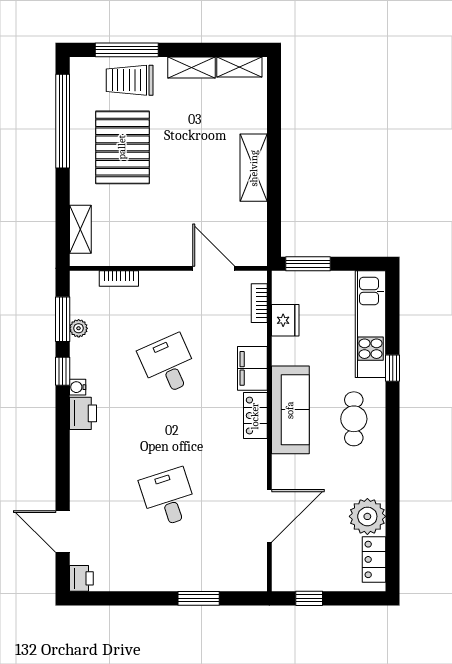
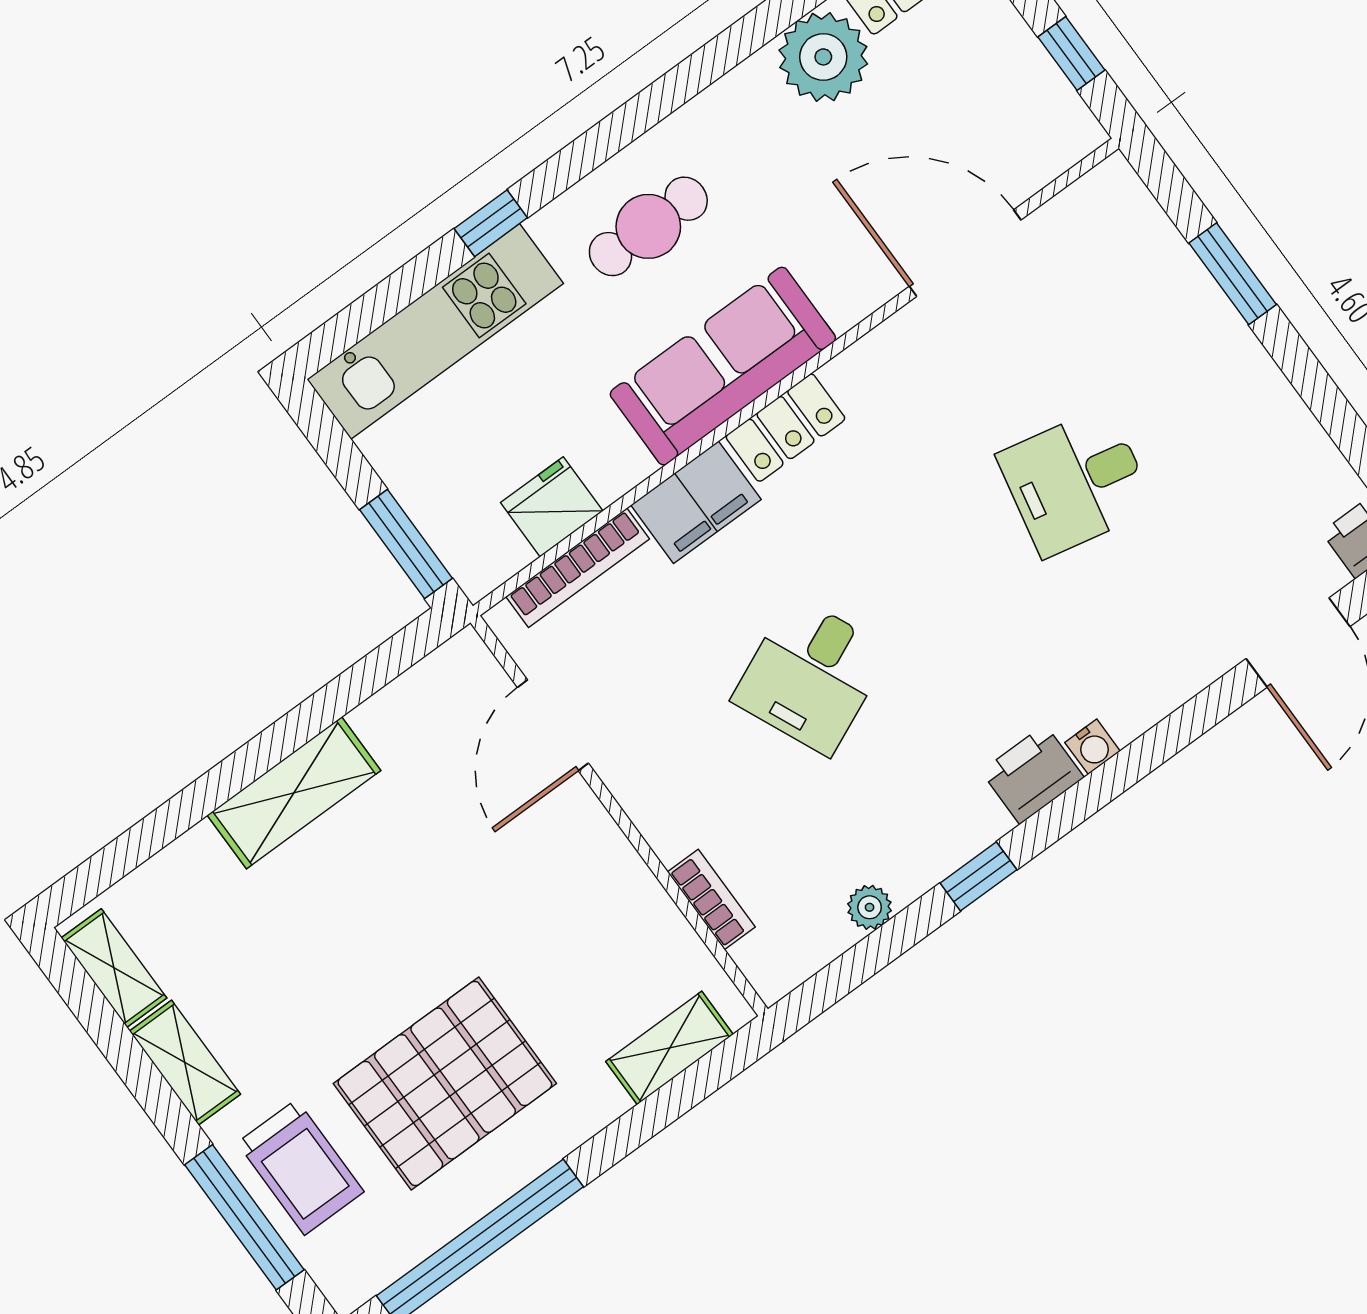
bookcase: (259, 303) -> (578, 568), width x1.56
window: (63, 319) -> (875, 952), removed
water cooler: (78, 387) -> (1093, 747), moved
desk: (168, 497) -> (1076, 482), turned 30

